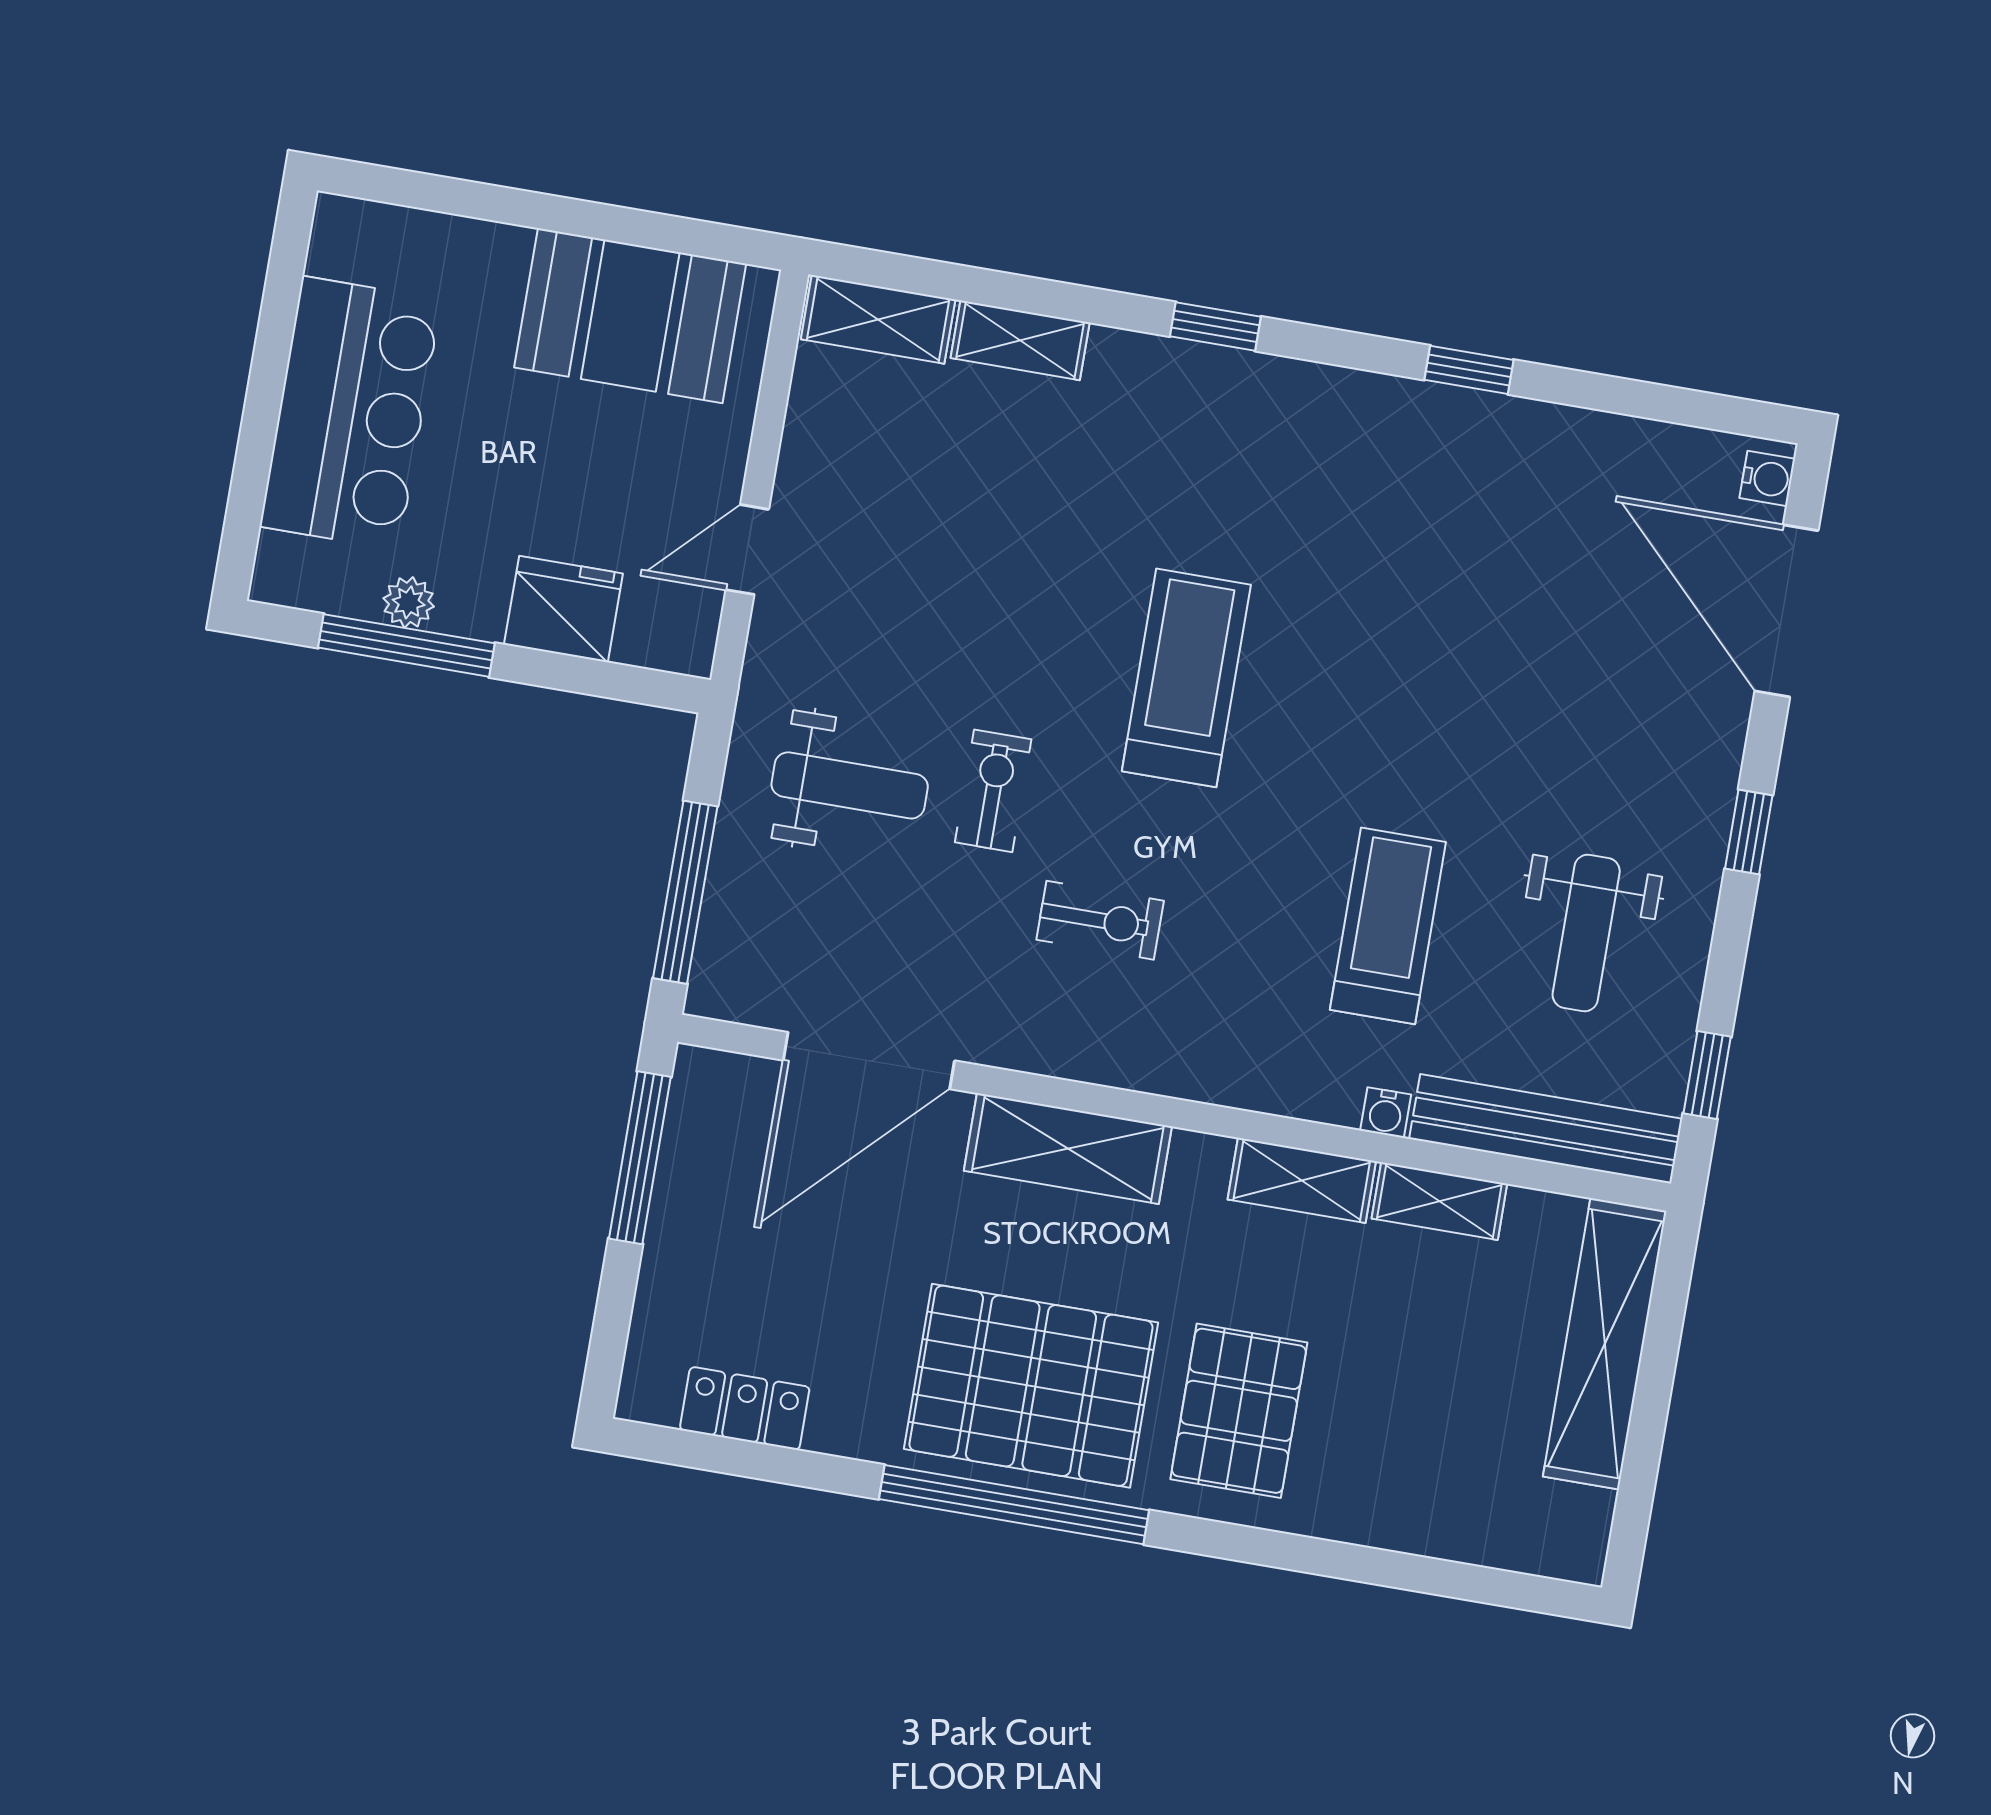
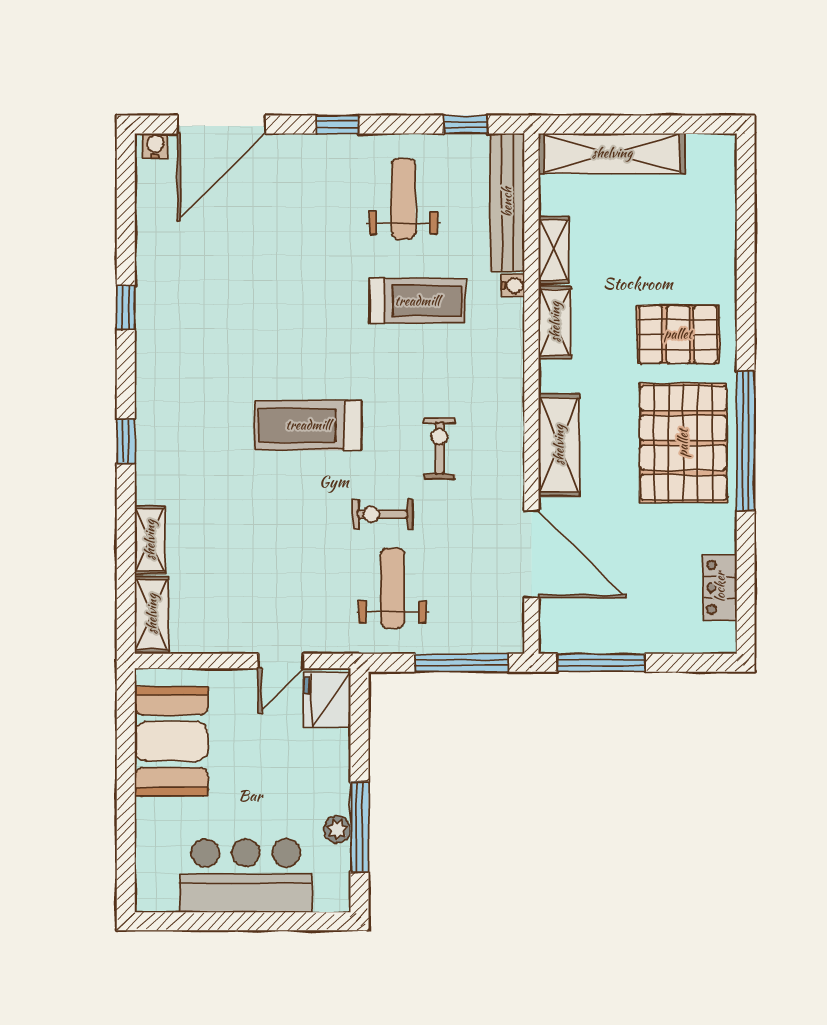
door: (747, 550) -> (281, 661), hinge flipped
fridge: (563, 609) -> (327, 699), moved
treadmill: (1388, 926) -> (417, 301), turned 180
weight bench: (1586, 933) -> (403, 199), turned -90

